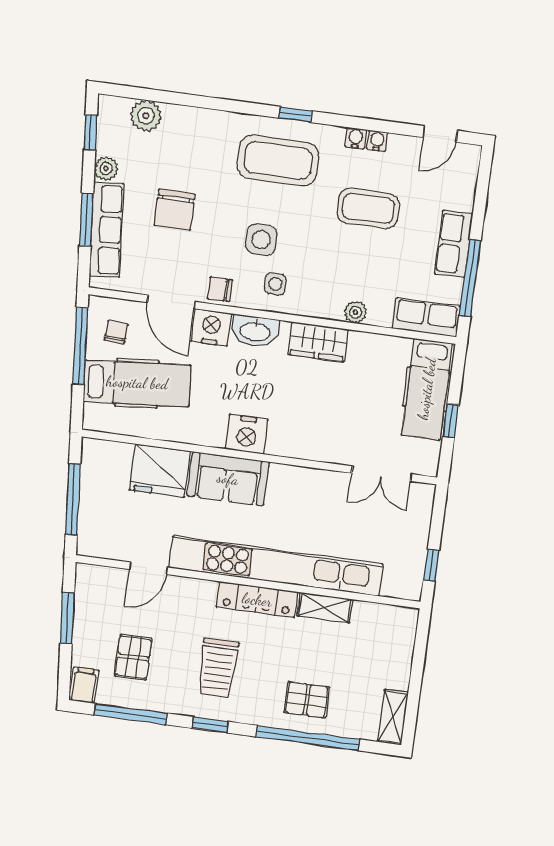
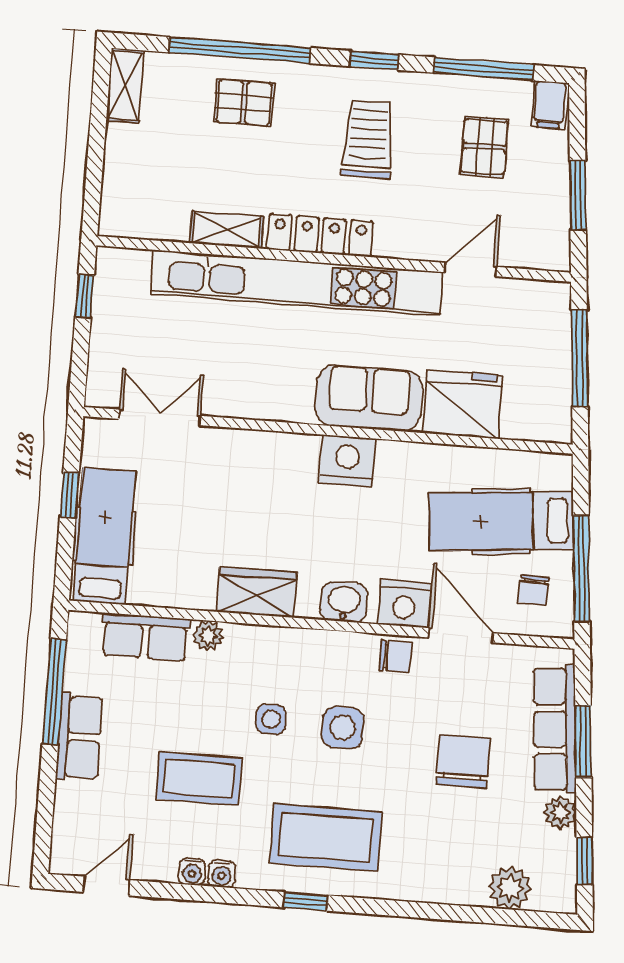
side table: (275, 284) -> (271, 719), moved
row of seats: (426, 317) -> (145, 637), moved
washbasin: (255, 331) -> (344, 602), width x0.72

